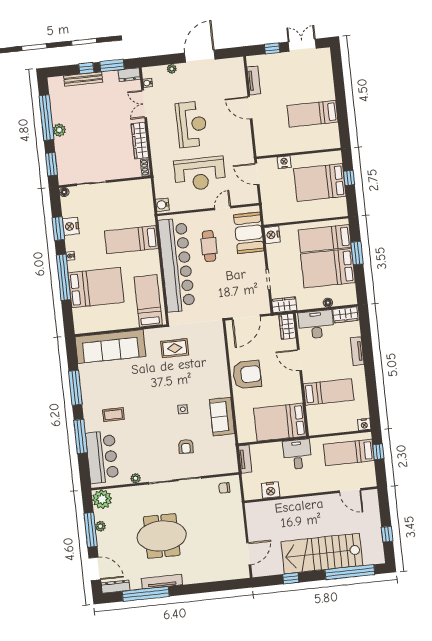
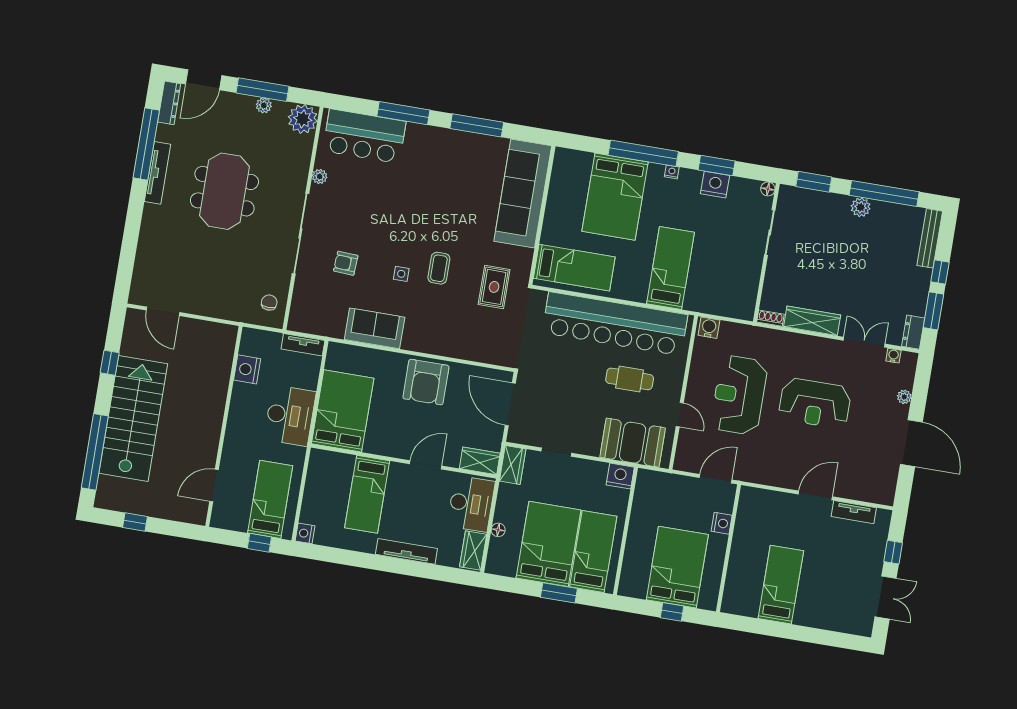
bench: (83, 79) -> (930, 238), moved
tv unit: (357, 351) -> (406, 551), width x1.41
coffee table: (113, 415) -> (439, 268), moved
desk: (297, 454) -> (290, 416), width x1.37

